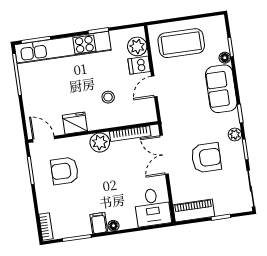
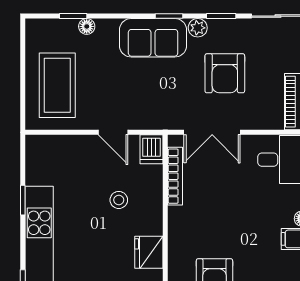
plant: (137, 46) -> (53, 148), removed
dishwasher: (139, 65) -> (151, 149), moved
sofa: (221, 89) -> (153, 38), moved
plant: (100, 142) -> (181, 221), removed
armchair: (206, 158) -> (225, 73), turned 180

